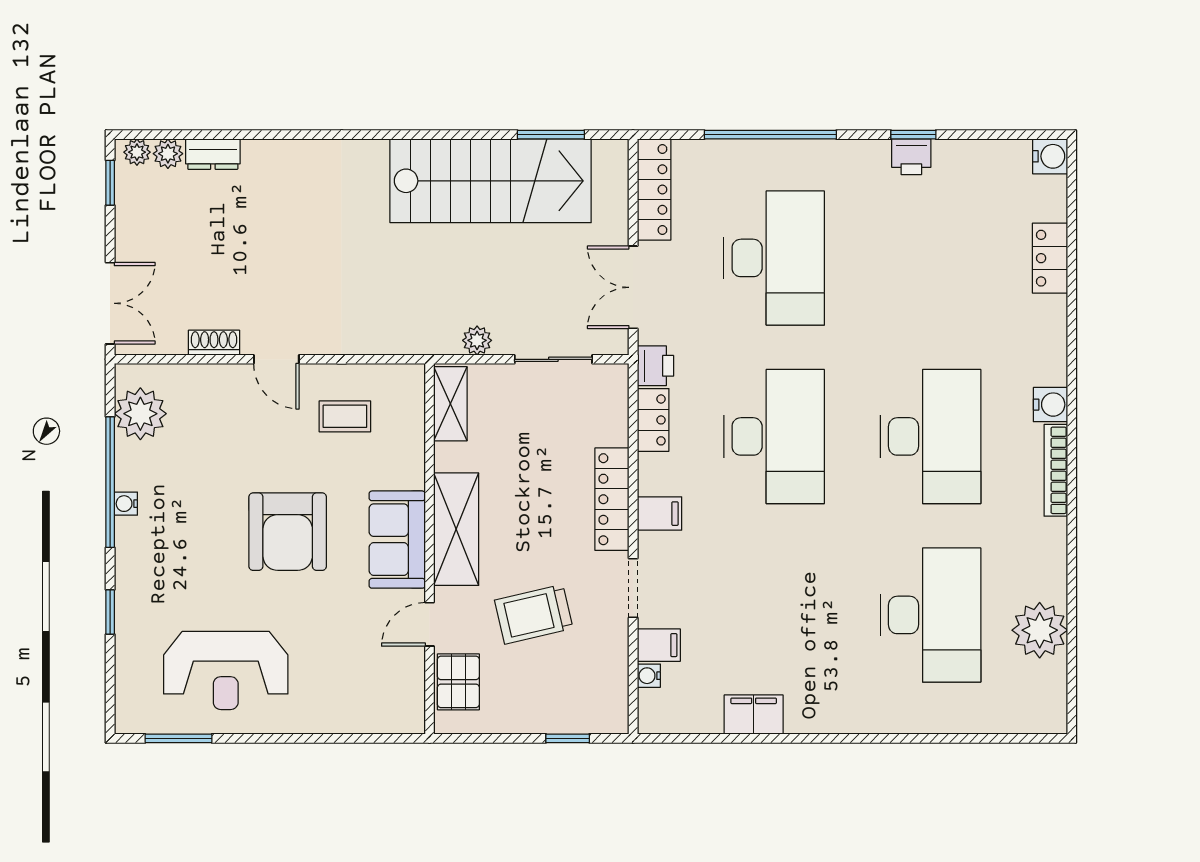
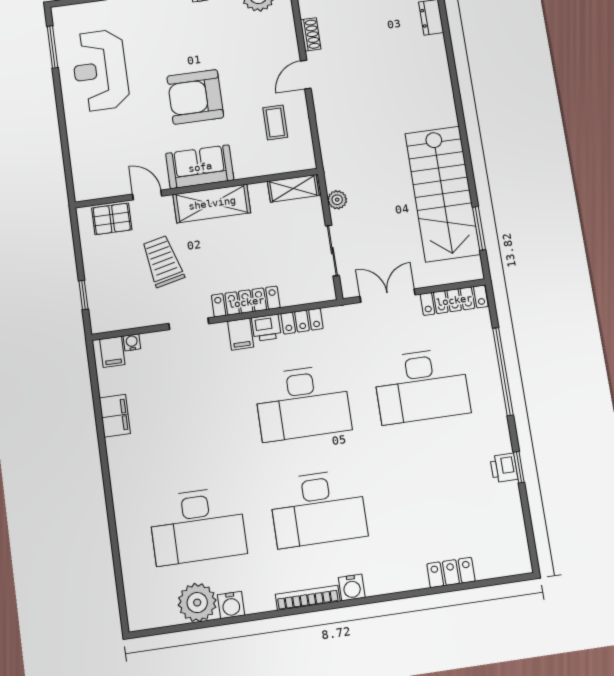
water cooler: (1050, 156) -> (231, 605), moved
printer: (655, 366) -> (266, 328), moved
filing cabinet: (659, 645) -> (112, 352), moved

